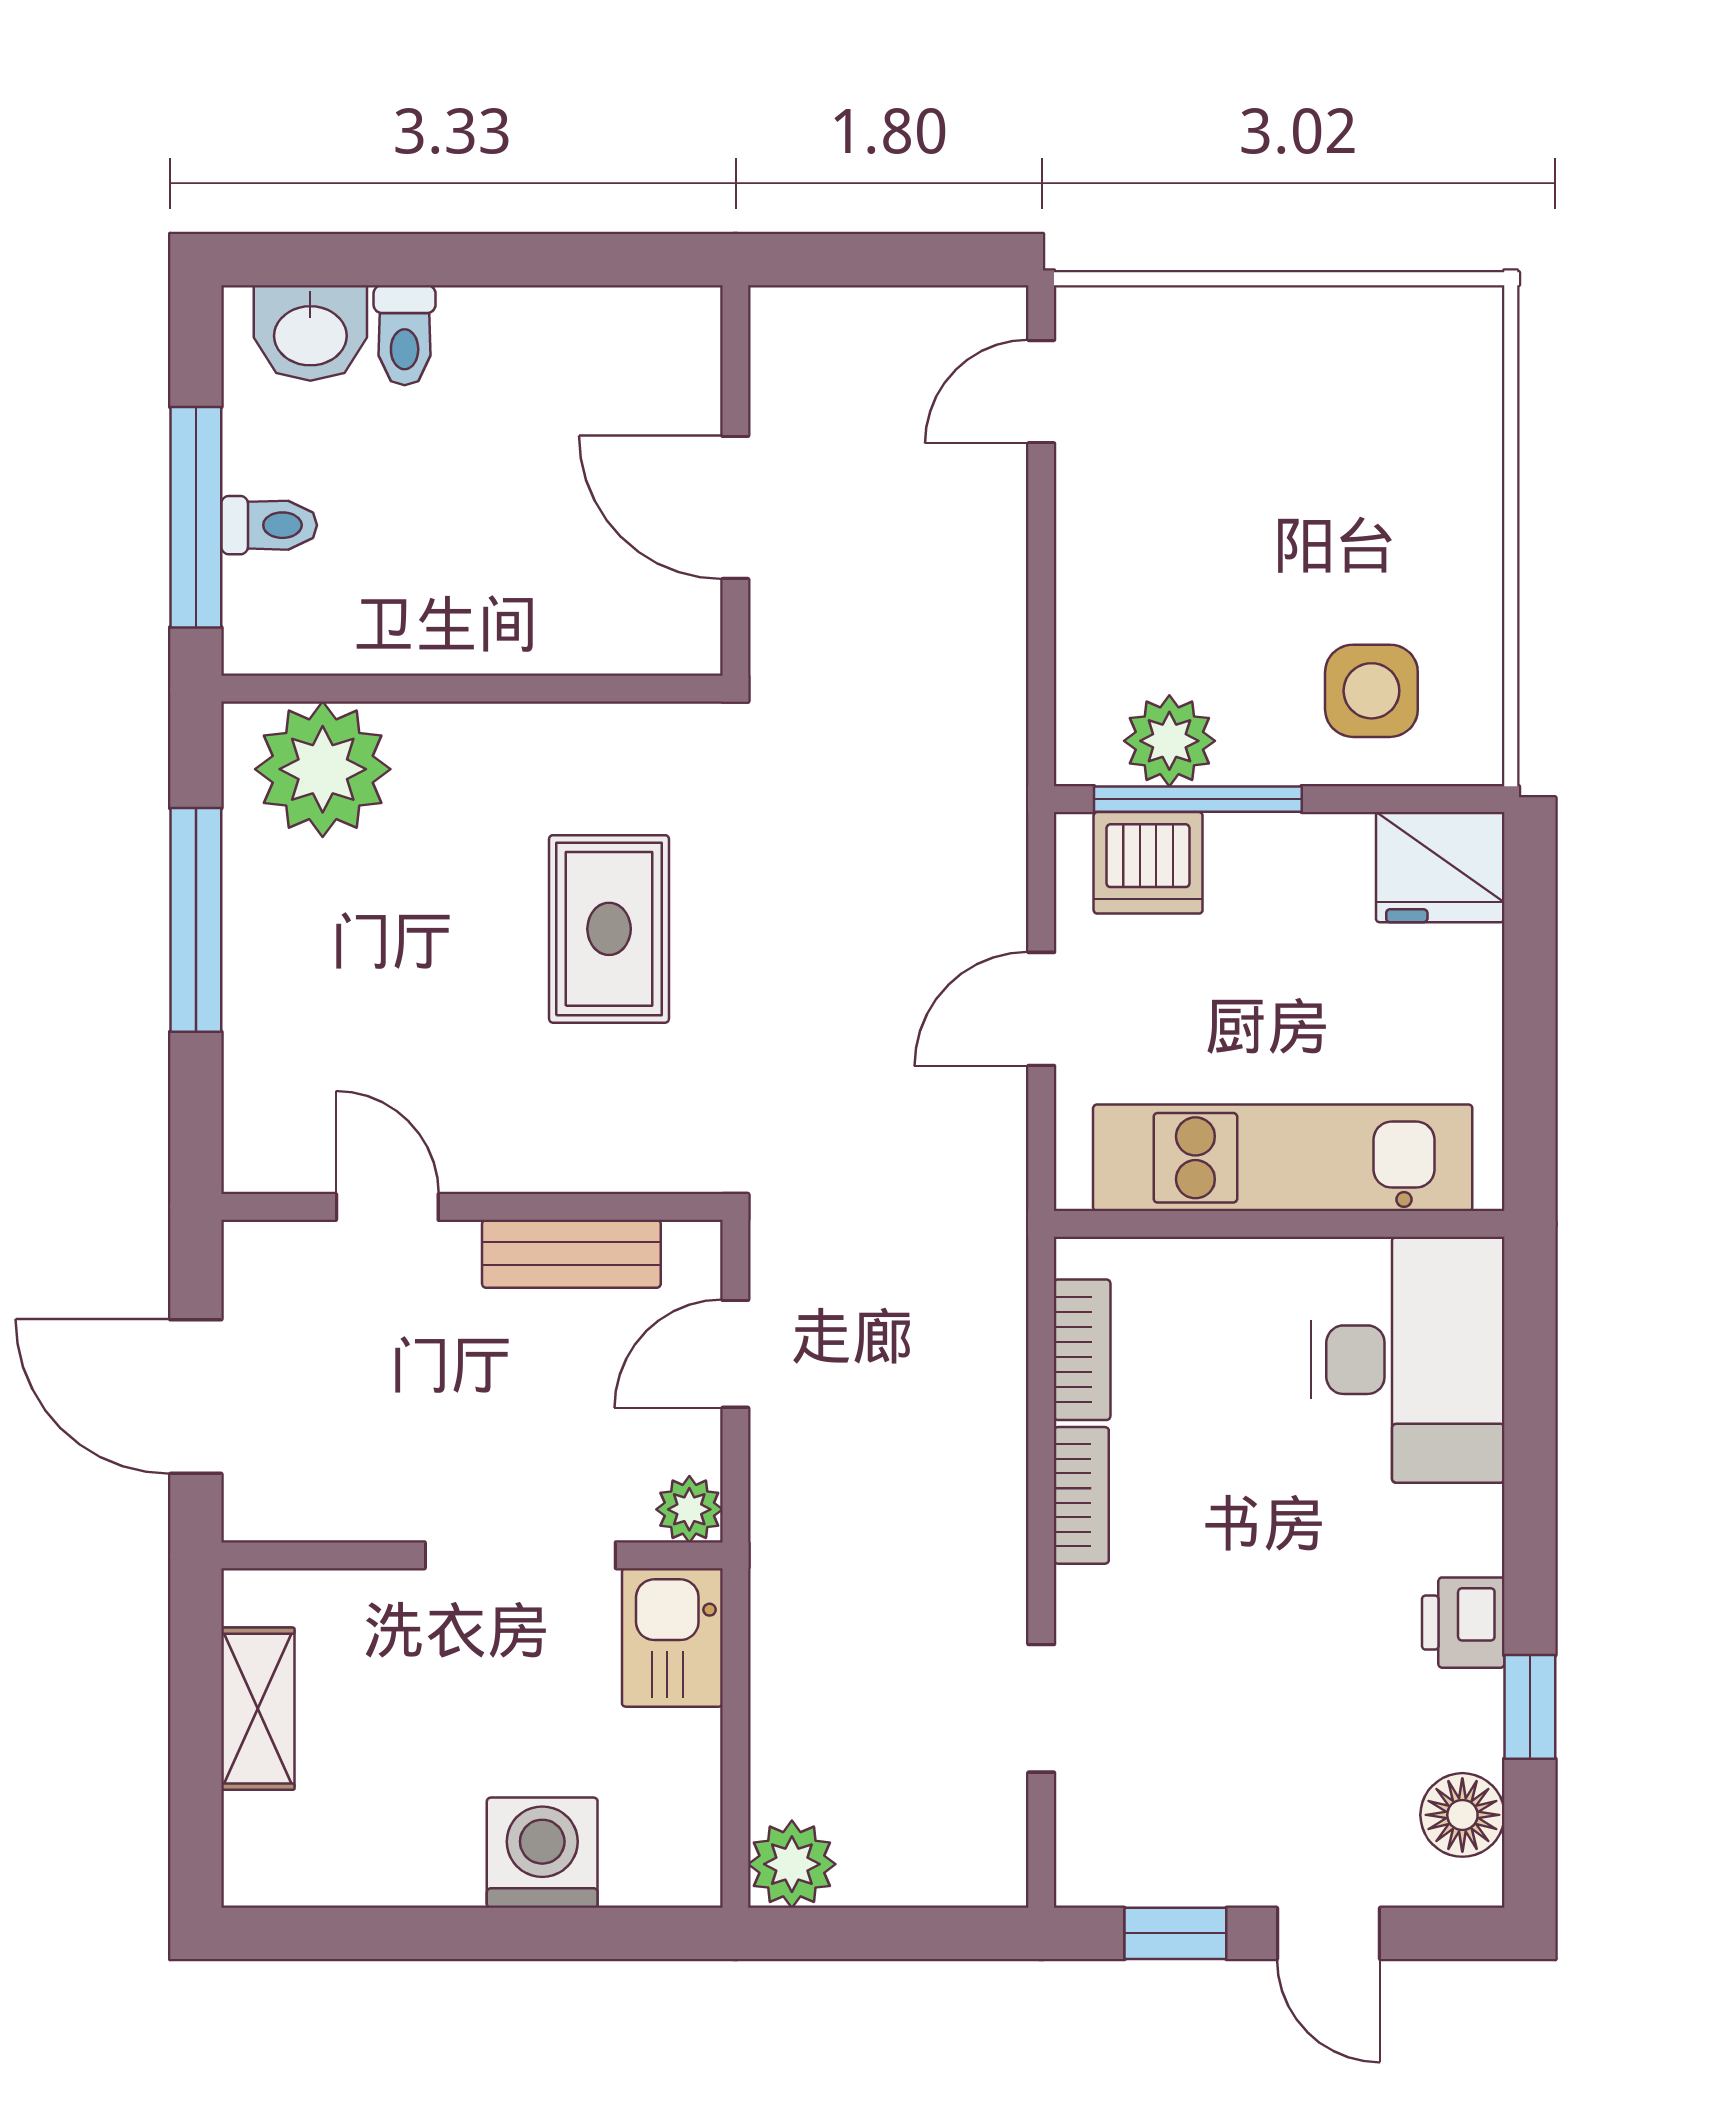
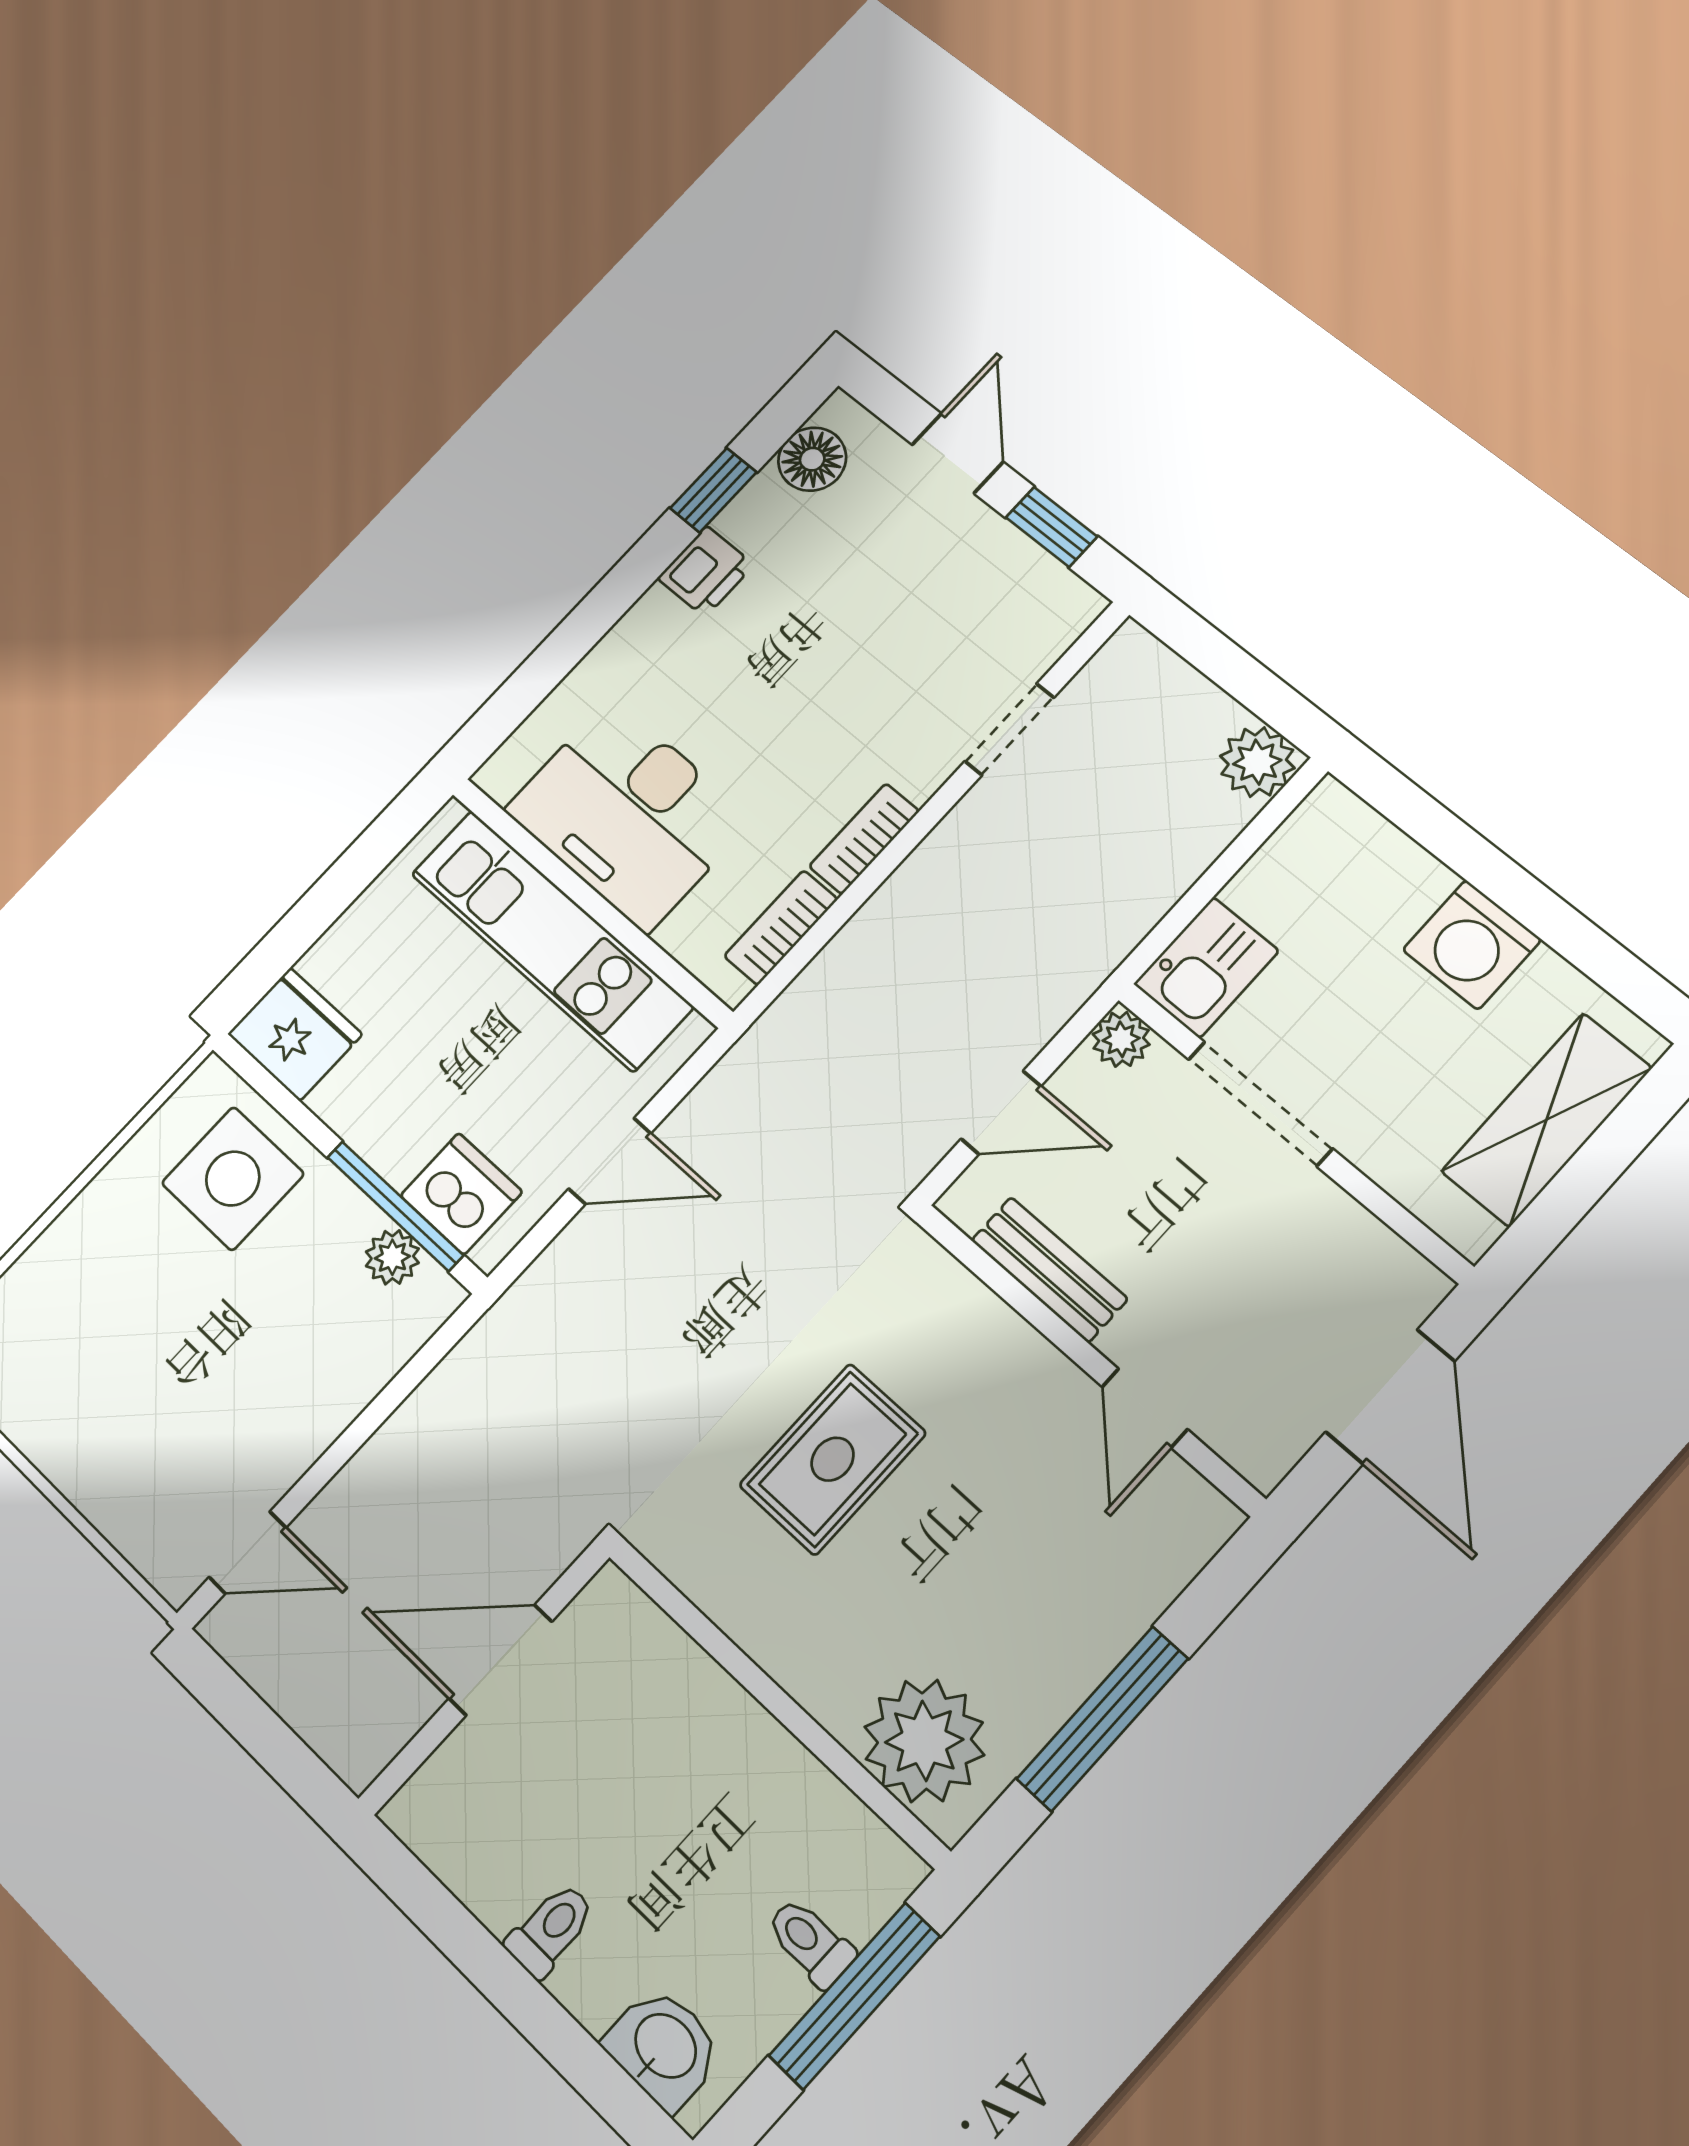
toilet: (405, 335) -> (551, 1930), moved
door: (735, 507) -> (501, 1660), swing flipped
side table: (1371, 691) -> (233, 1179), width x1.37, depth x1.37
plant: (1169, 741) -> (392, 1257), width x0.73, depth x0.73
desk: (1408, 1360) -> (629, 814), moved, turned -90
shelving: (258, 1709) -> (1547, 1120), width x1.50, depth x1.33
washing machine: (542, 1853) -> (1472, 945), moved

